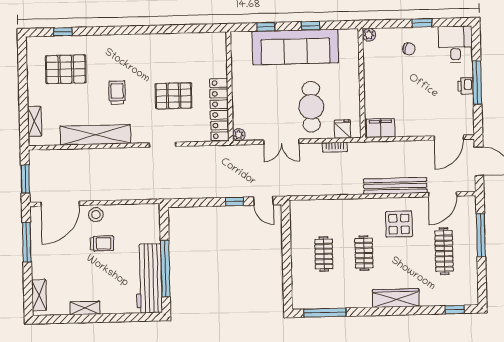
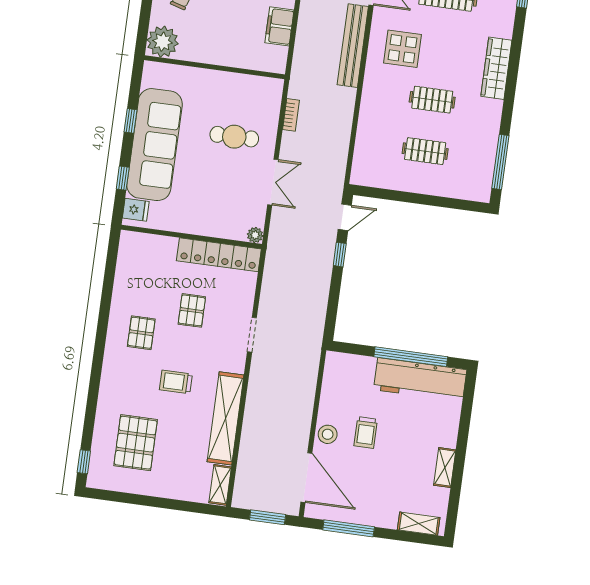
window: (63, 32) -> (84, 462), moved
plant: (369, 35) -> (163, 42), width x1.87, depth x1.87
pallet: (150, 60) -> (141, 333), added
pallet: (174, 96) -> (192, 310), width x0.67, depth x0.71
cafe table: (311, 107) -> (234, 137), width x0.73, depth x0.74
shelving: (35, 121) -> (220, 485), moved, turned 90
filing cabinet: (380, 128) -> (279, 26), moved
fridge: (342, 129) -> (136, 210), moved, turned 180
trolley: (102, 243) -> (366, 432), turned 180

